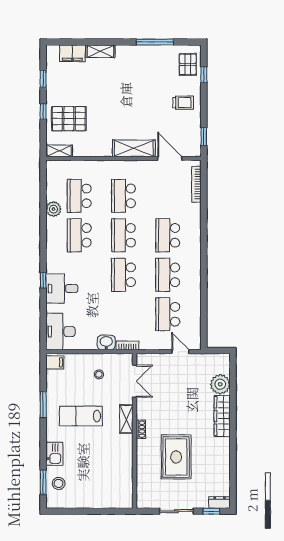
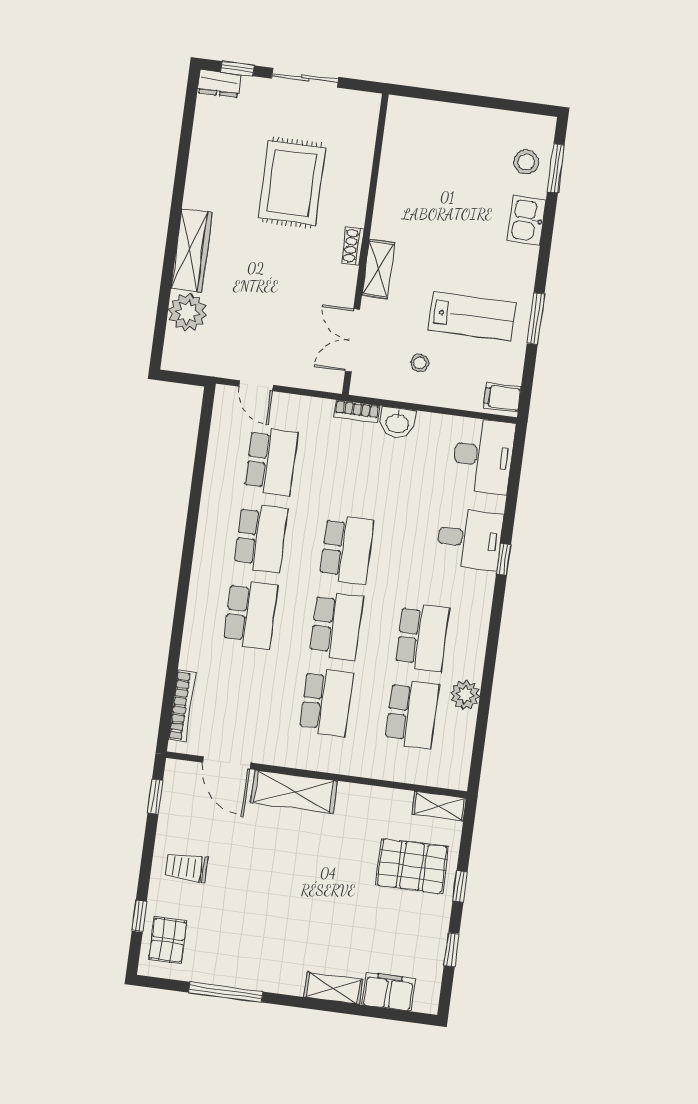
lab bench: (81, 416) -> (472, 316), moved

